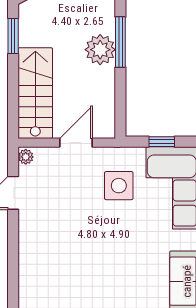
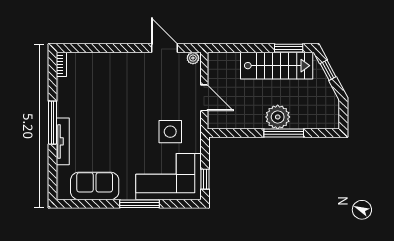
stairs: (35, 93) -> (277, 66), moved
window: (162, 142) -> (205, 179), moved

